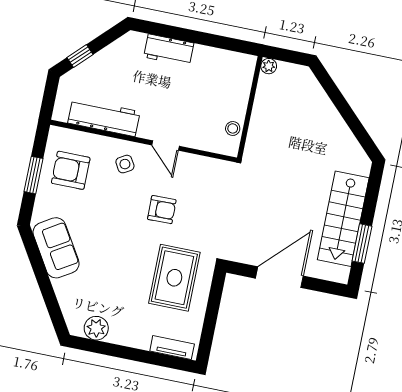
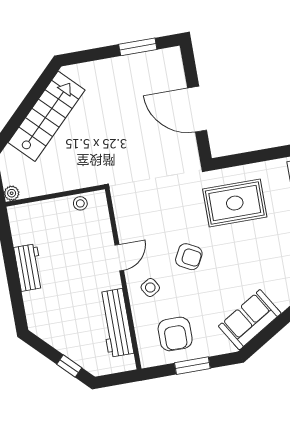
workbench: (169, 50) -> (29, 267), moved
armchair: (162, 210) -> (189, 257), moved, turned 119
stairs: (343, 219) -> (46, 116), moved, turned -45

